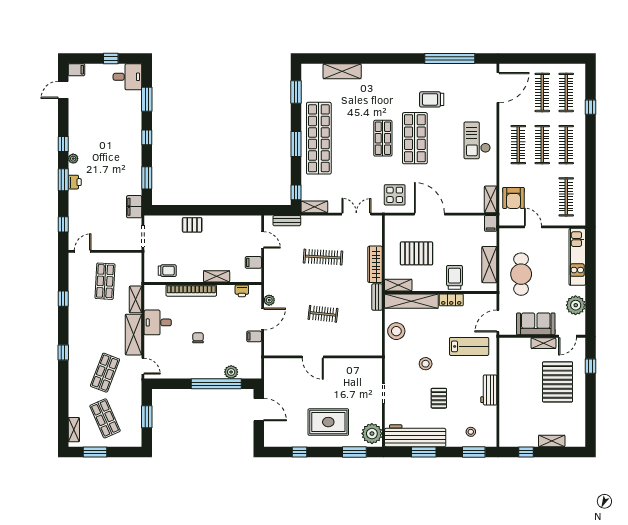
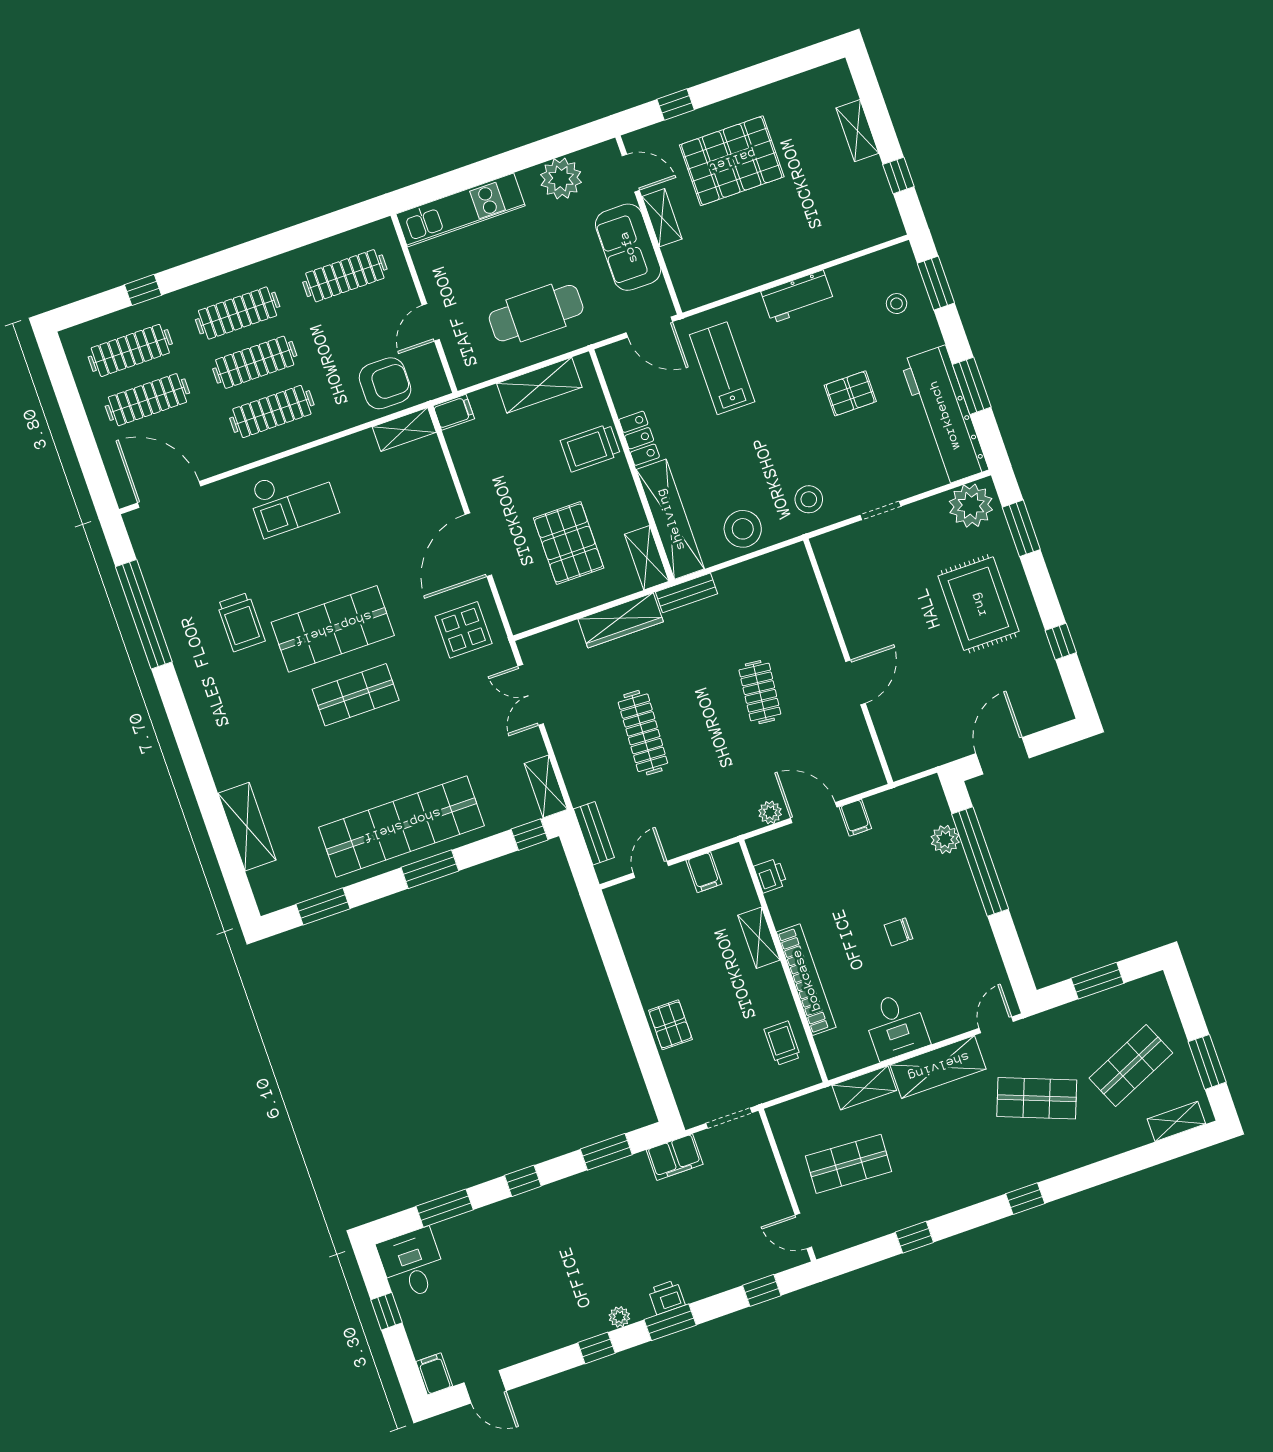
stool: (426, 364) -> (809, 499), moved

